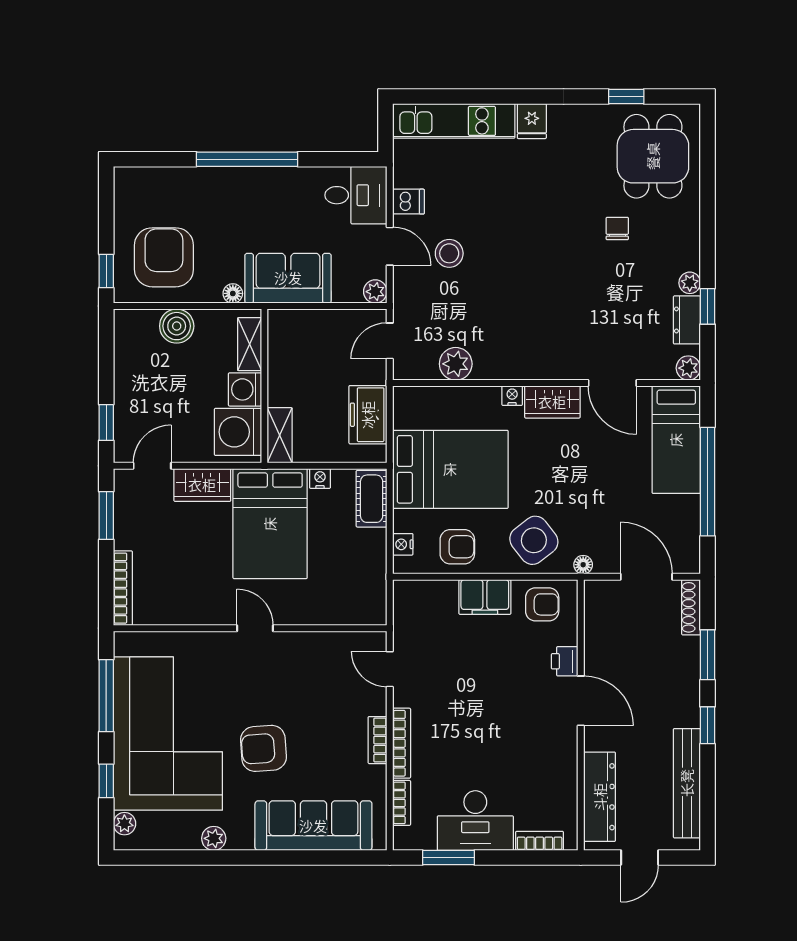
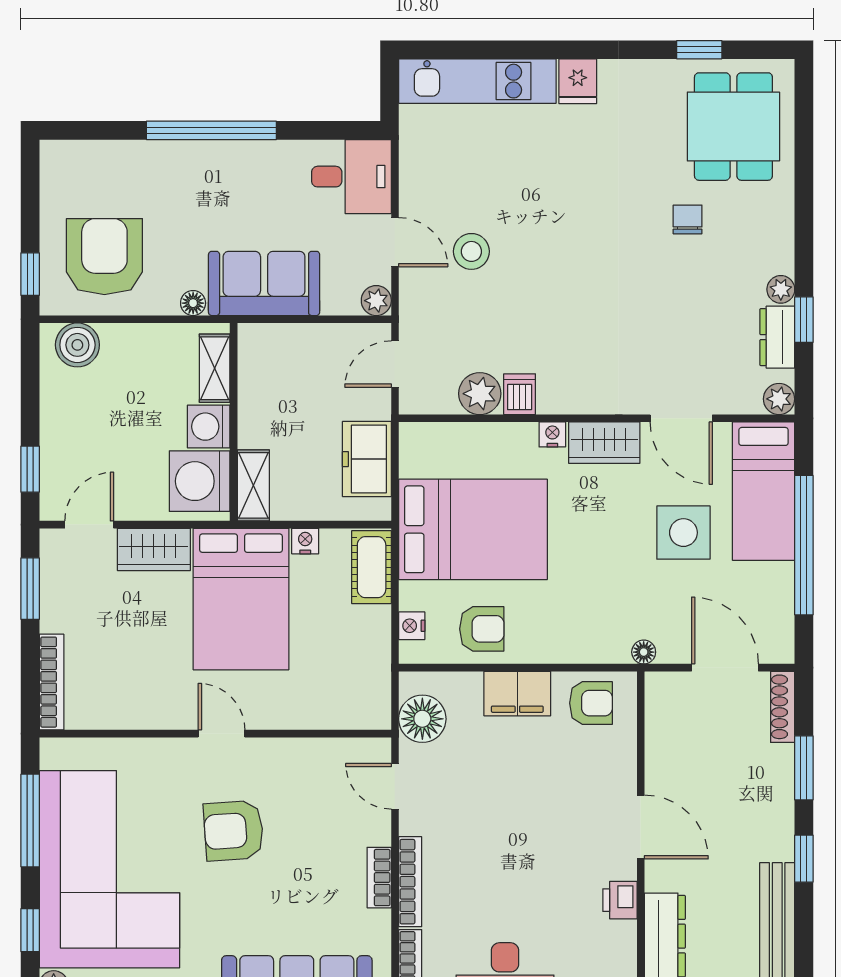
dishwasher: (409, 202) -> (520, 394), moved, turned -90
boiler: (177, 326) -> (77, 345), moved
side table: (534, 540) -> (683, 533), moved, turned 38
floor lamp: (411, 617) -> (422, 719), added
printer: (565, 661) -> (620, 900), moved
armchair: (263, 748) -> (234, 831), moved

